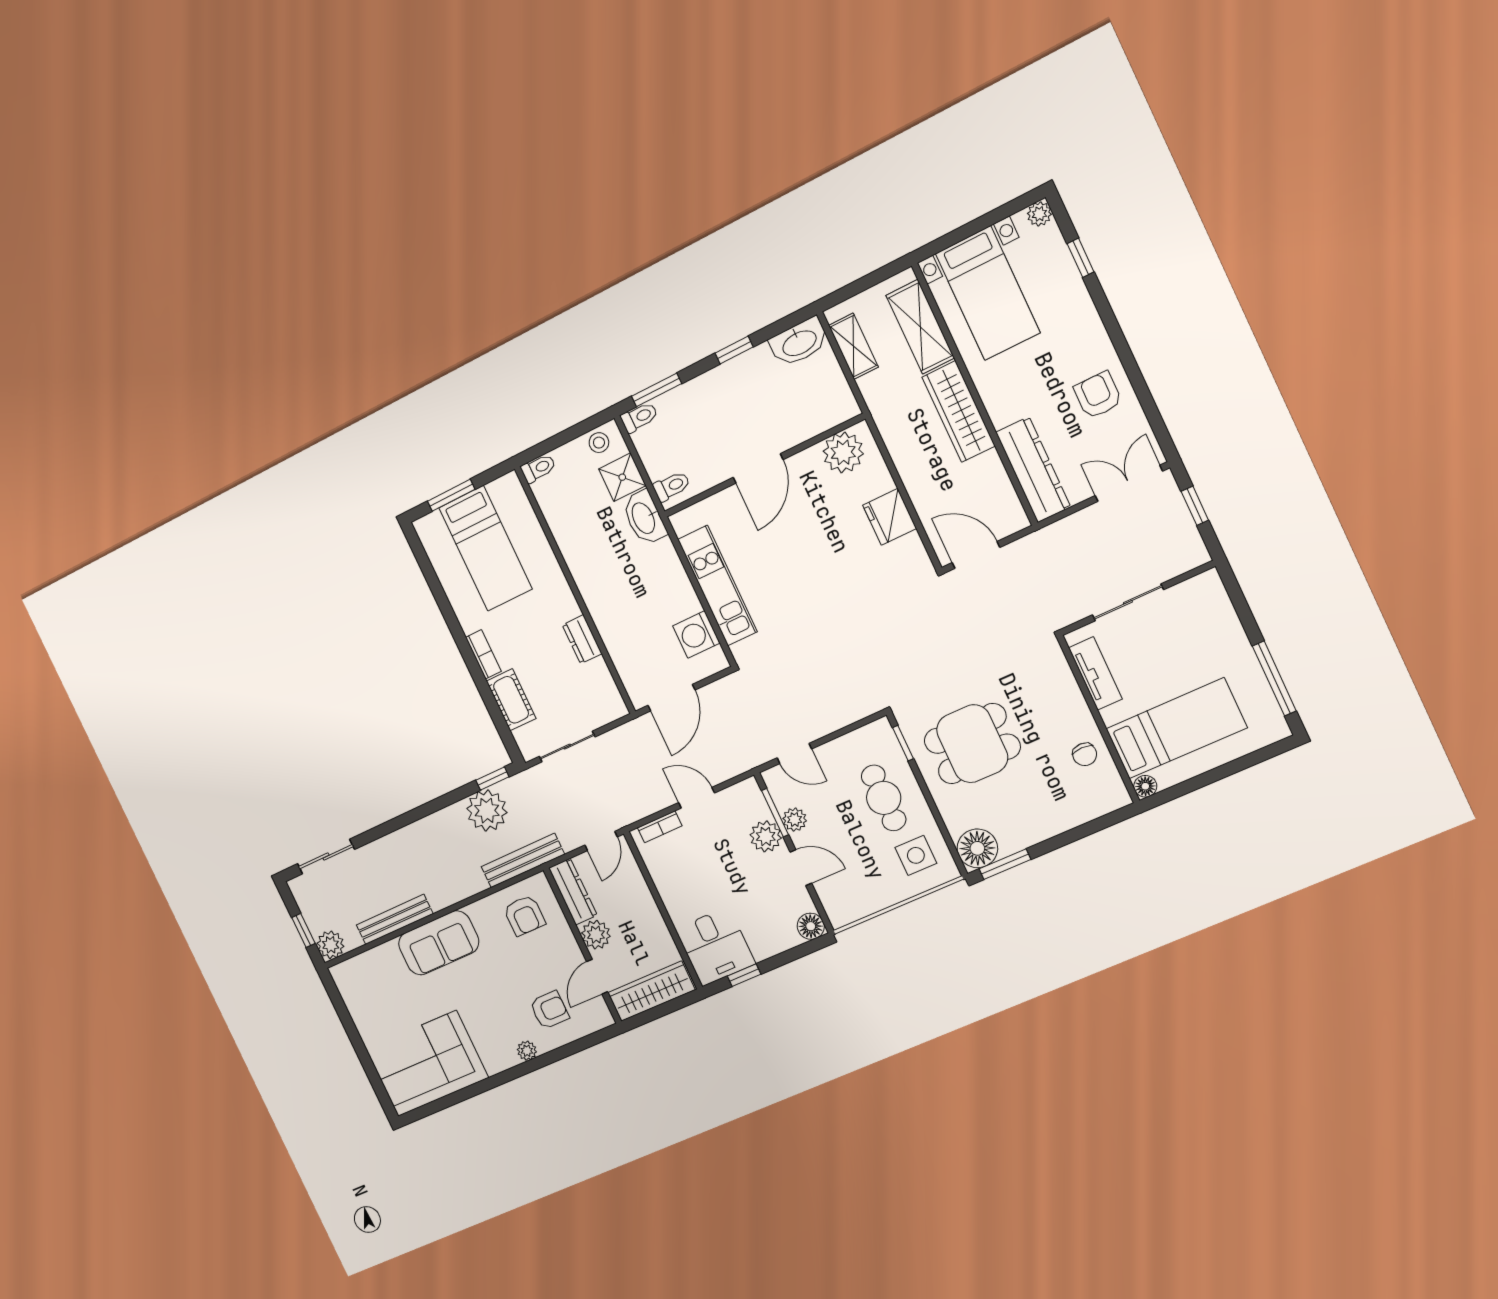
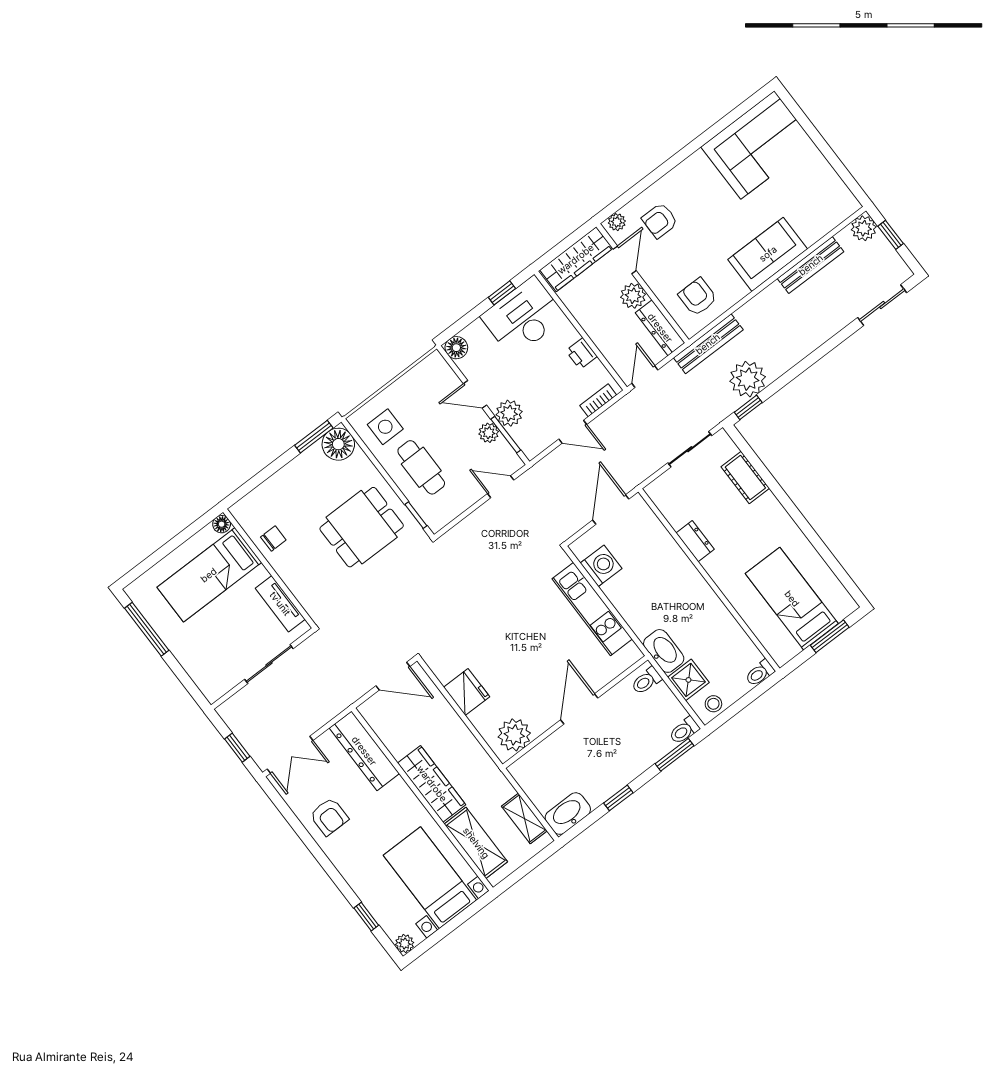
bookcase: (483, 654) -> (777, 510), removed
chair: (1085, 754) -> (273, 539), turned 90
printer: (668, 884) -> (581, 354), added
desk: (715, 946) -> (523, 317), width x1.37
plant: (527, 1051) -> (617, 222), moved

